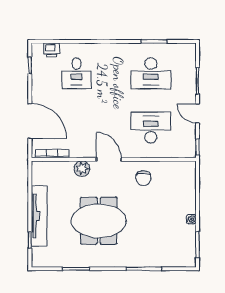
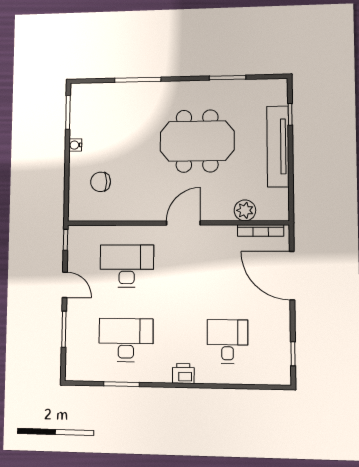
printer: (52, 50) -> (183, 373), moved
desk: (151, 128) -> (127, 266), turned 180
door: (109, 159) -> (183, 223), swing flipped
plant: (82, 169) -> (245, 210), moved
chair: (143, 178) -> (101, 182), moved, turned -90

